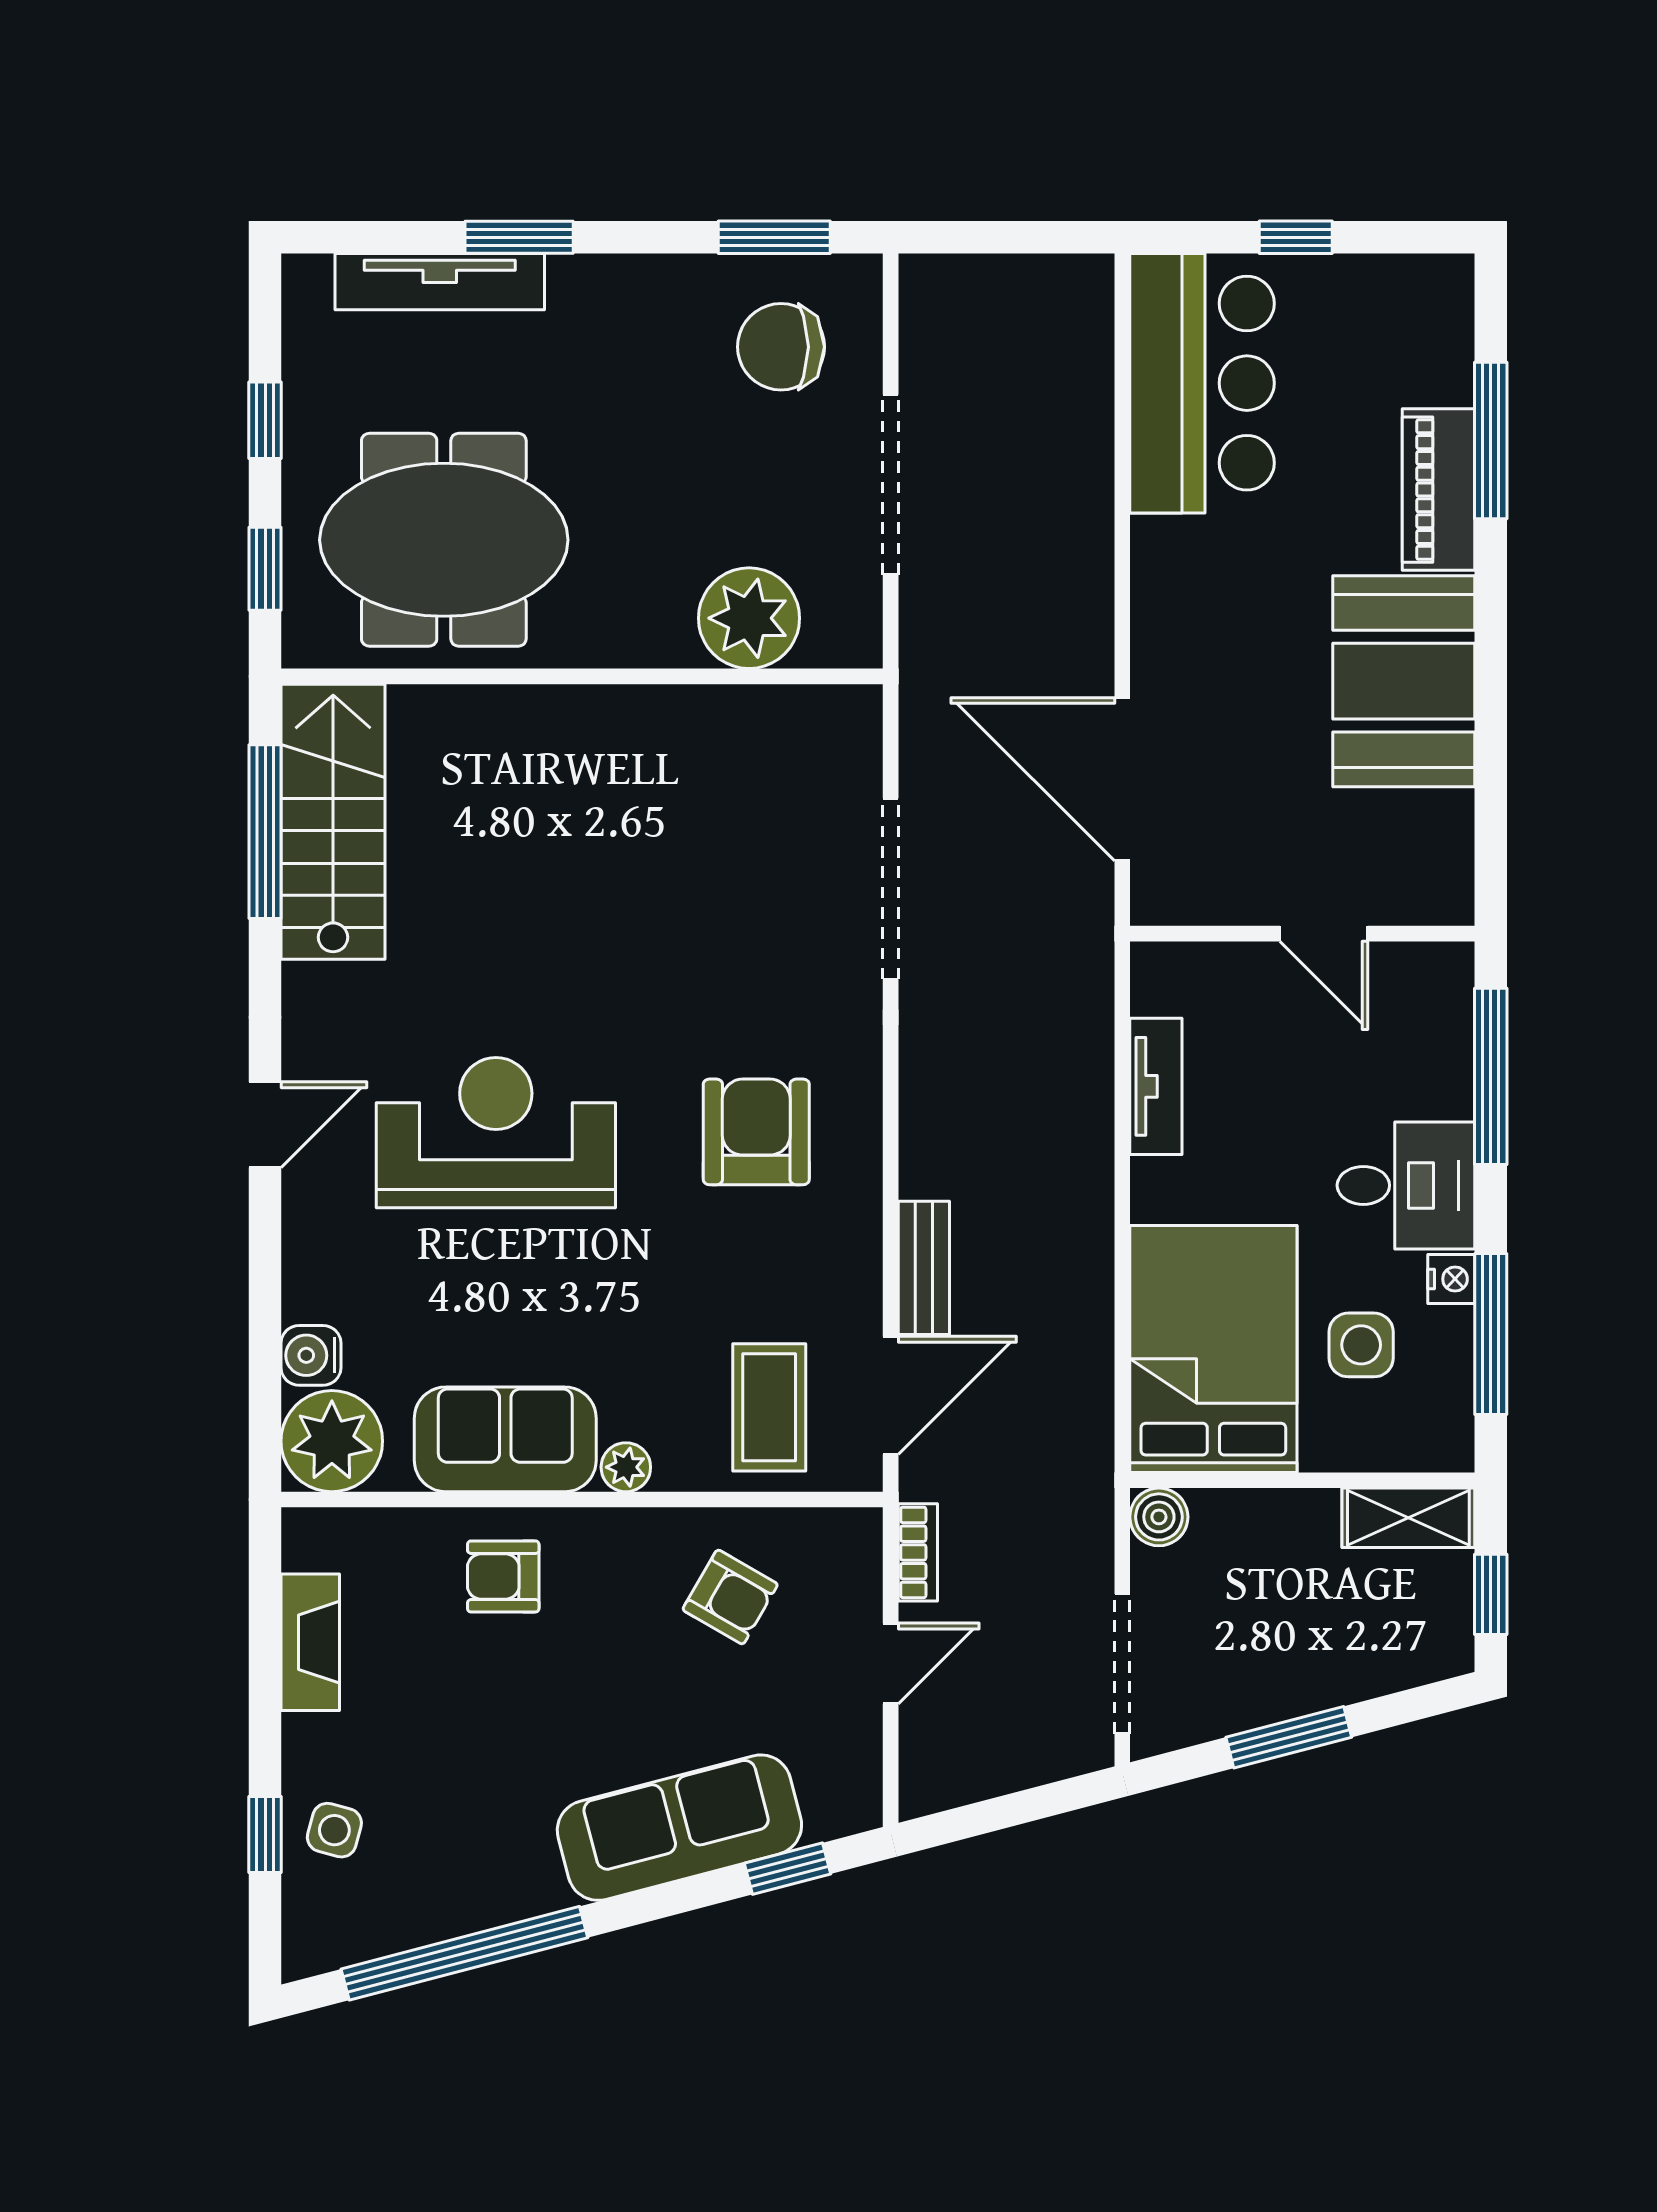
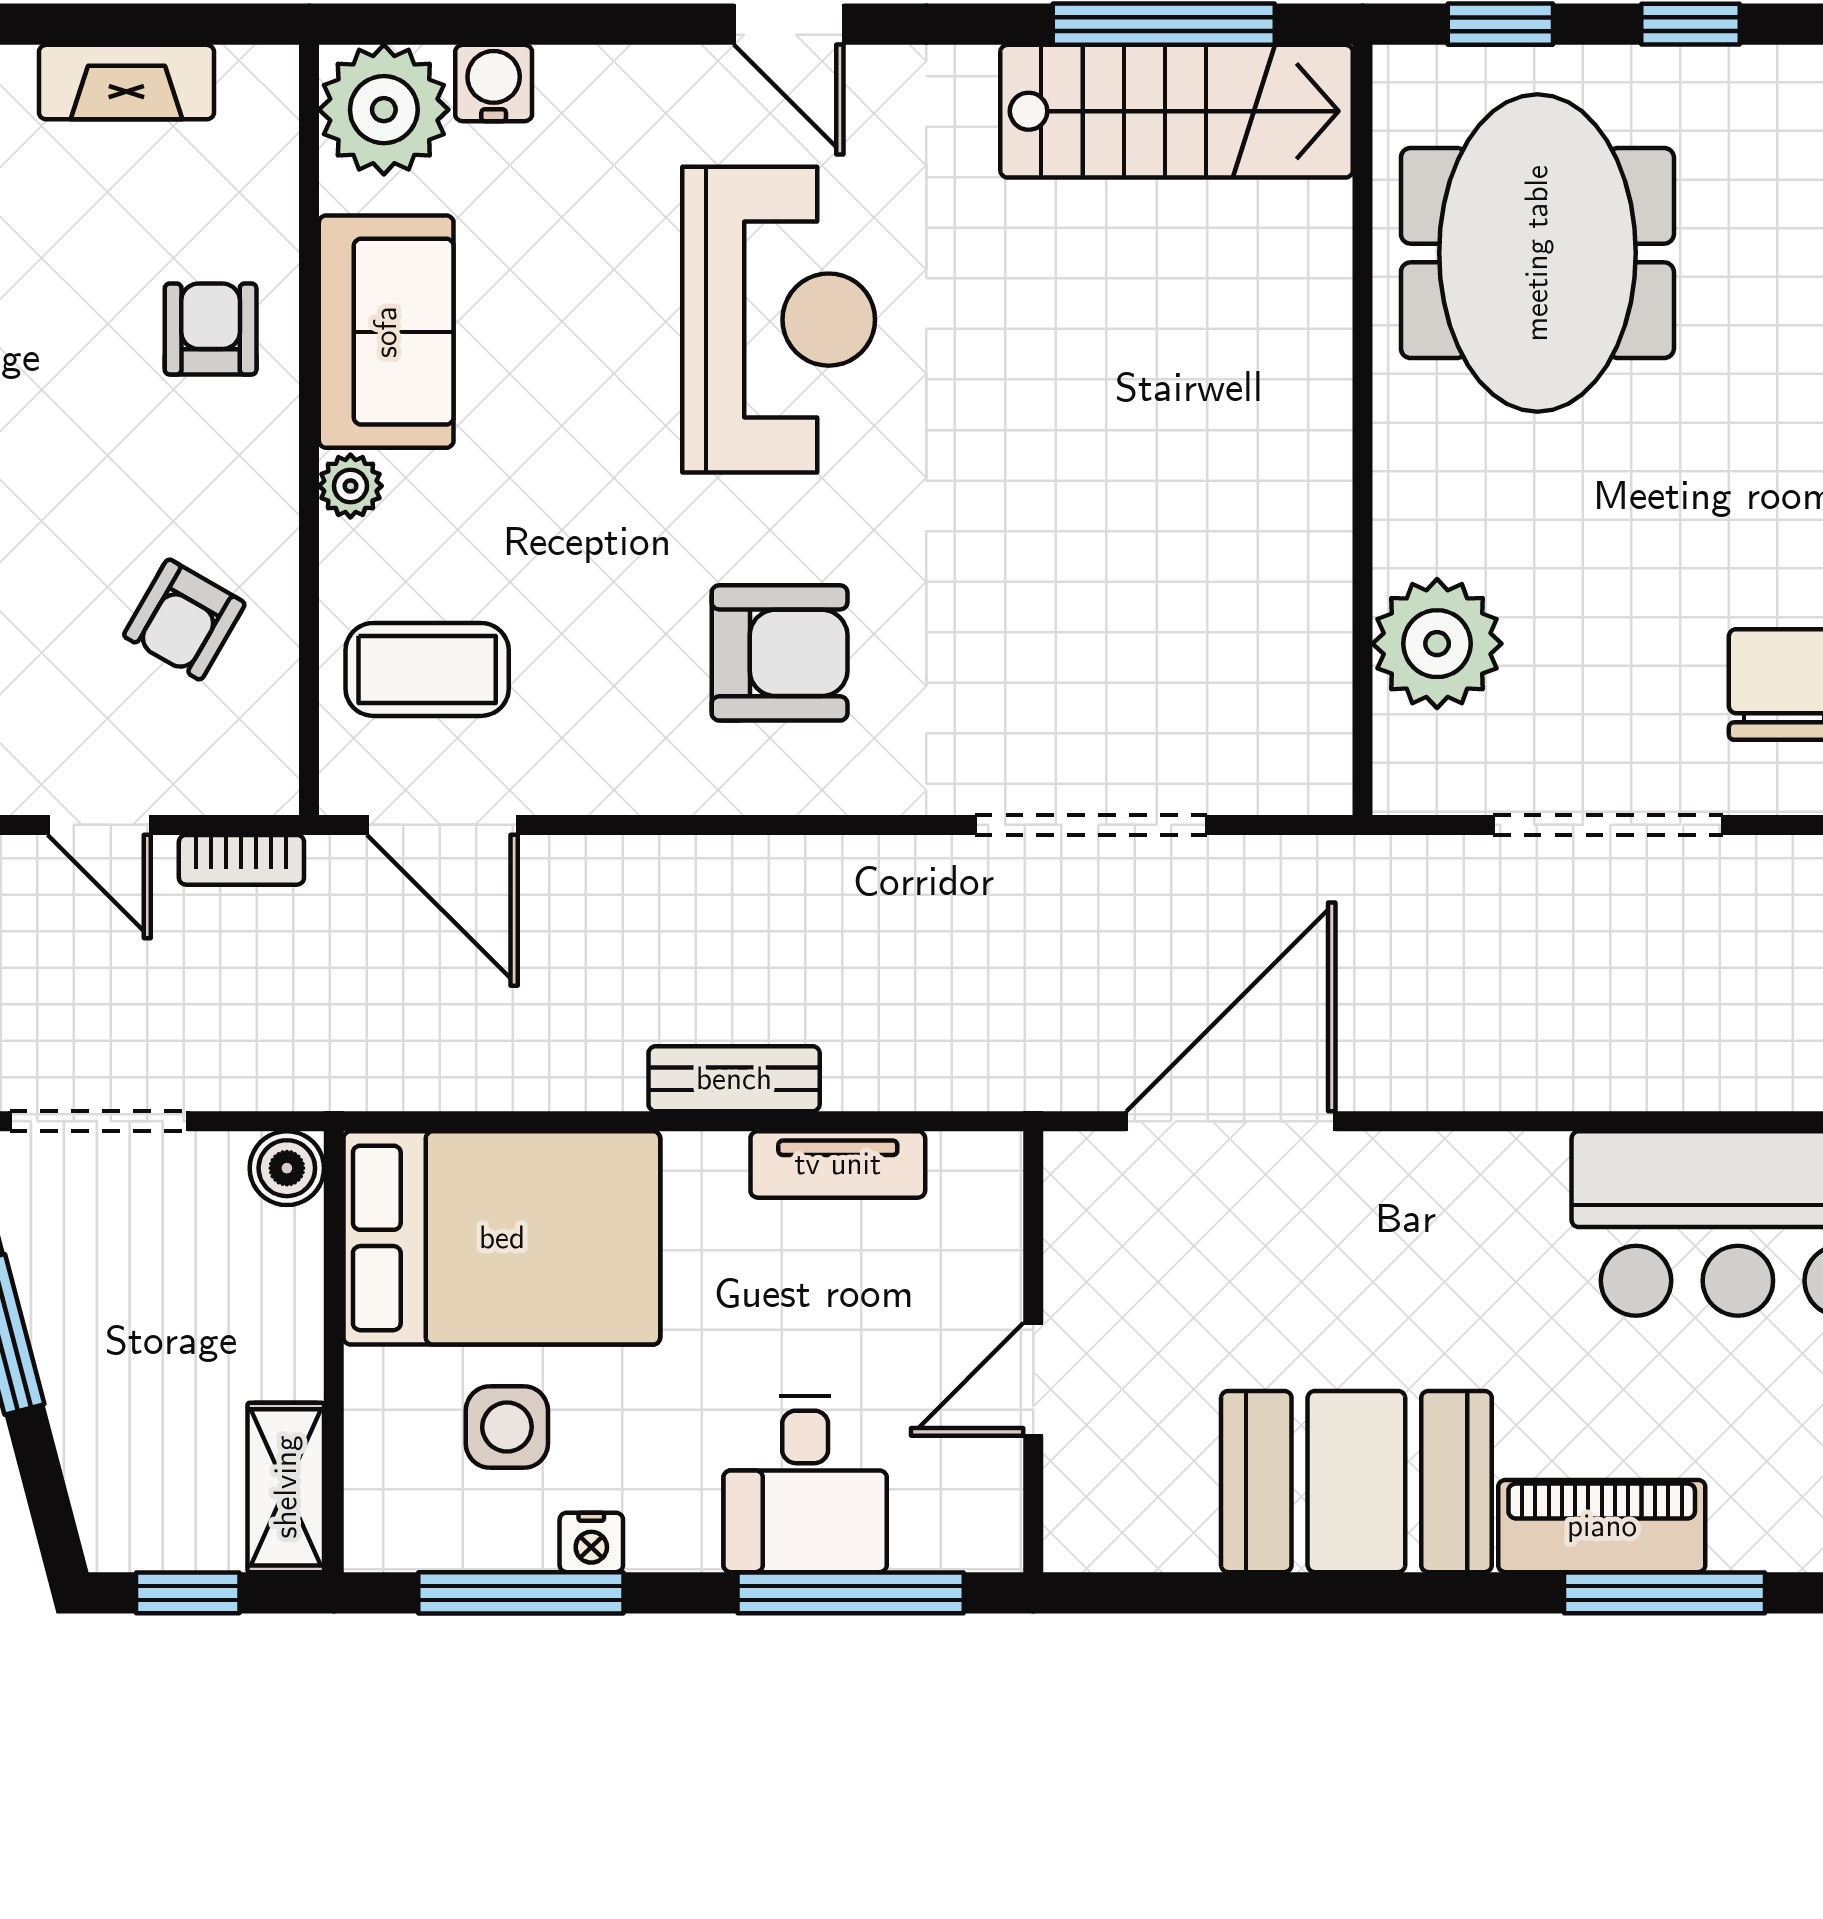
desk: (1406, 1185) -> (805, 1484), moved
bench: (924, 1268) -> (734, 1079), moved

